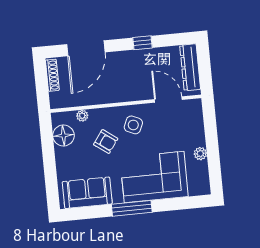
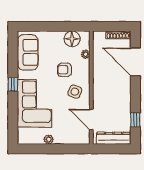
window: (142, 43) -> (135, 120), moved
door: (168, 100) -> (91, 120), swing flipped
armchair: (106, 142) -> (65, 70), turned 54
window: (132, 208) -> (13, 84), width x0.46

